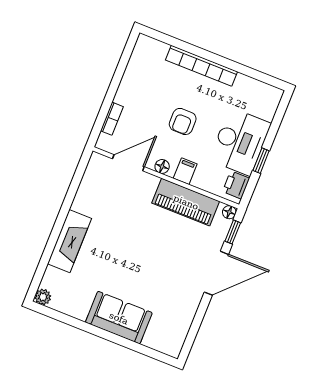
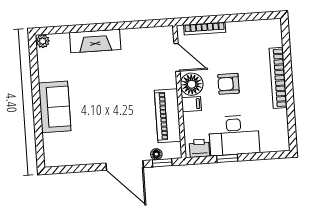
bookcase: (112, 119) -> (205, 29), width x1.56
floor lamp: (162, 166) -> (192, 84), width x1.89, depth x1.89
floor lamp: (229, 212) -> (156, 154), moved

